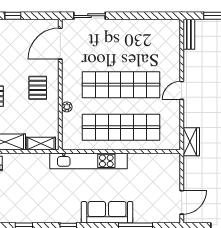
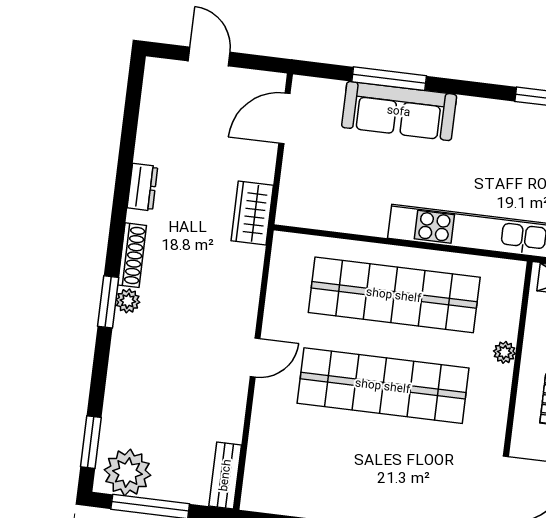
wardrobe: (191, 142) -> (252, 213), moved
sofa: (107, 212) -> (399, 111), moved

